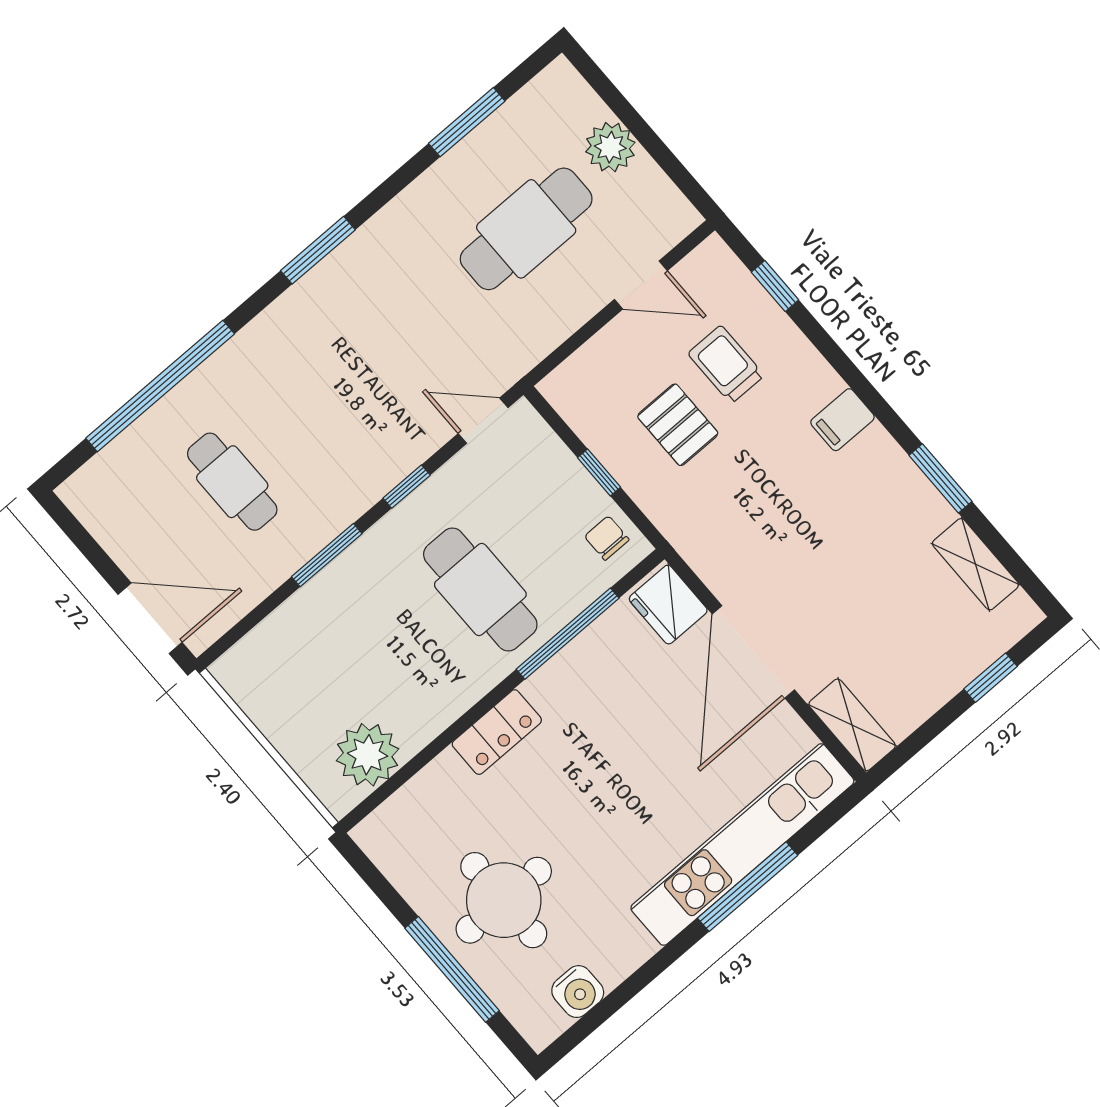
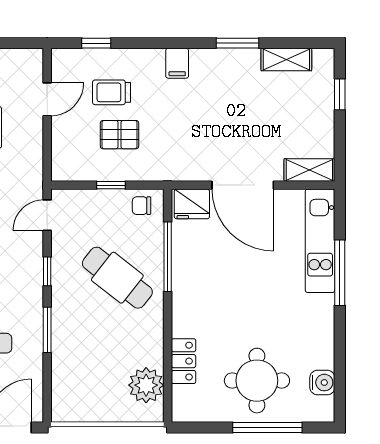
cafe table: (480, 590) -> (117, 278), turned 38
locker: (497, 732) -> (183, 361), moved
kitchen unit: (742, 845) -> (320, 241), width x0.73

